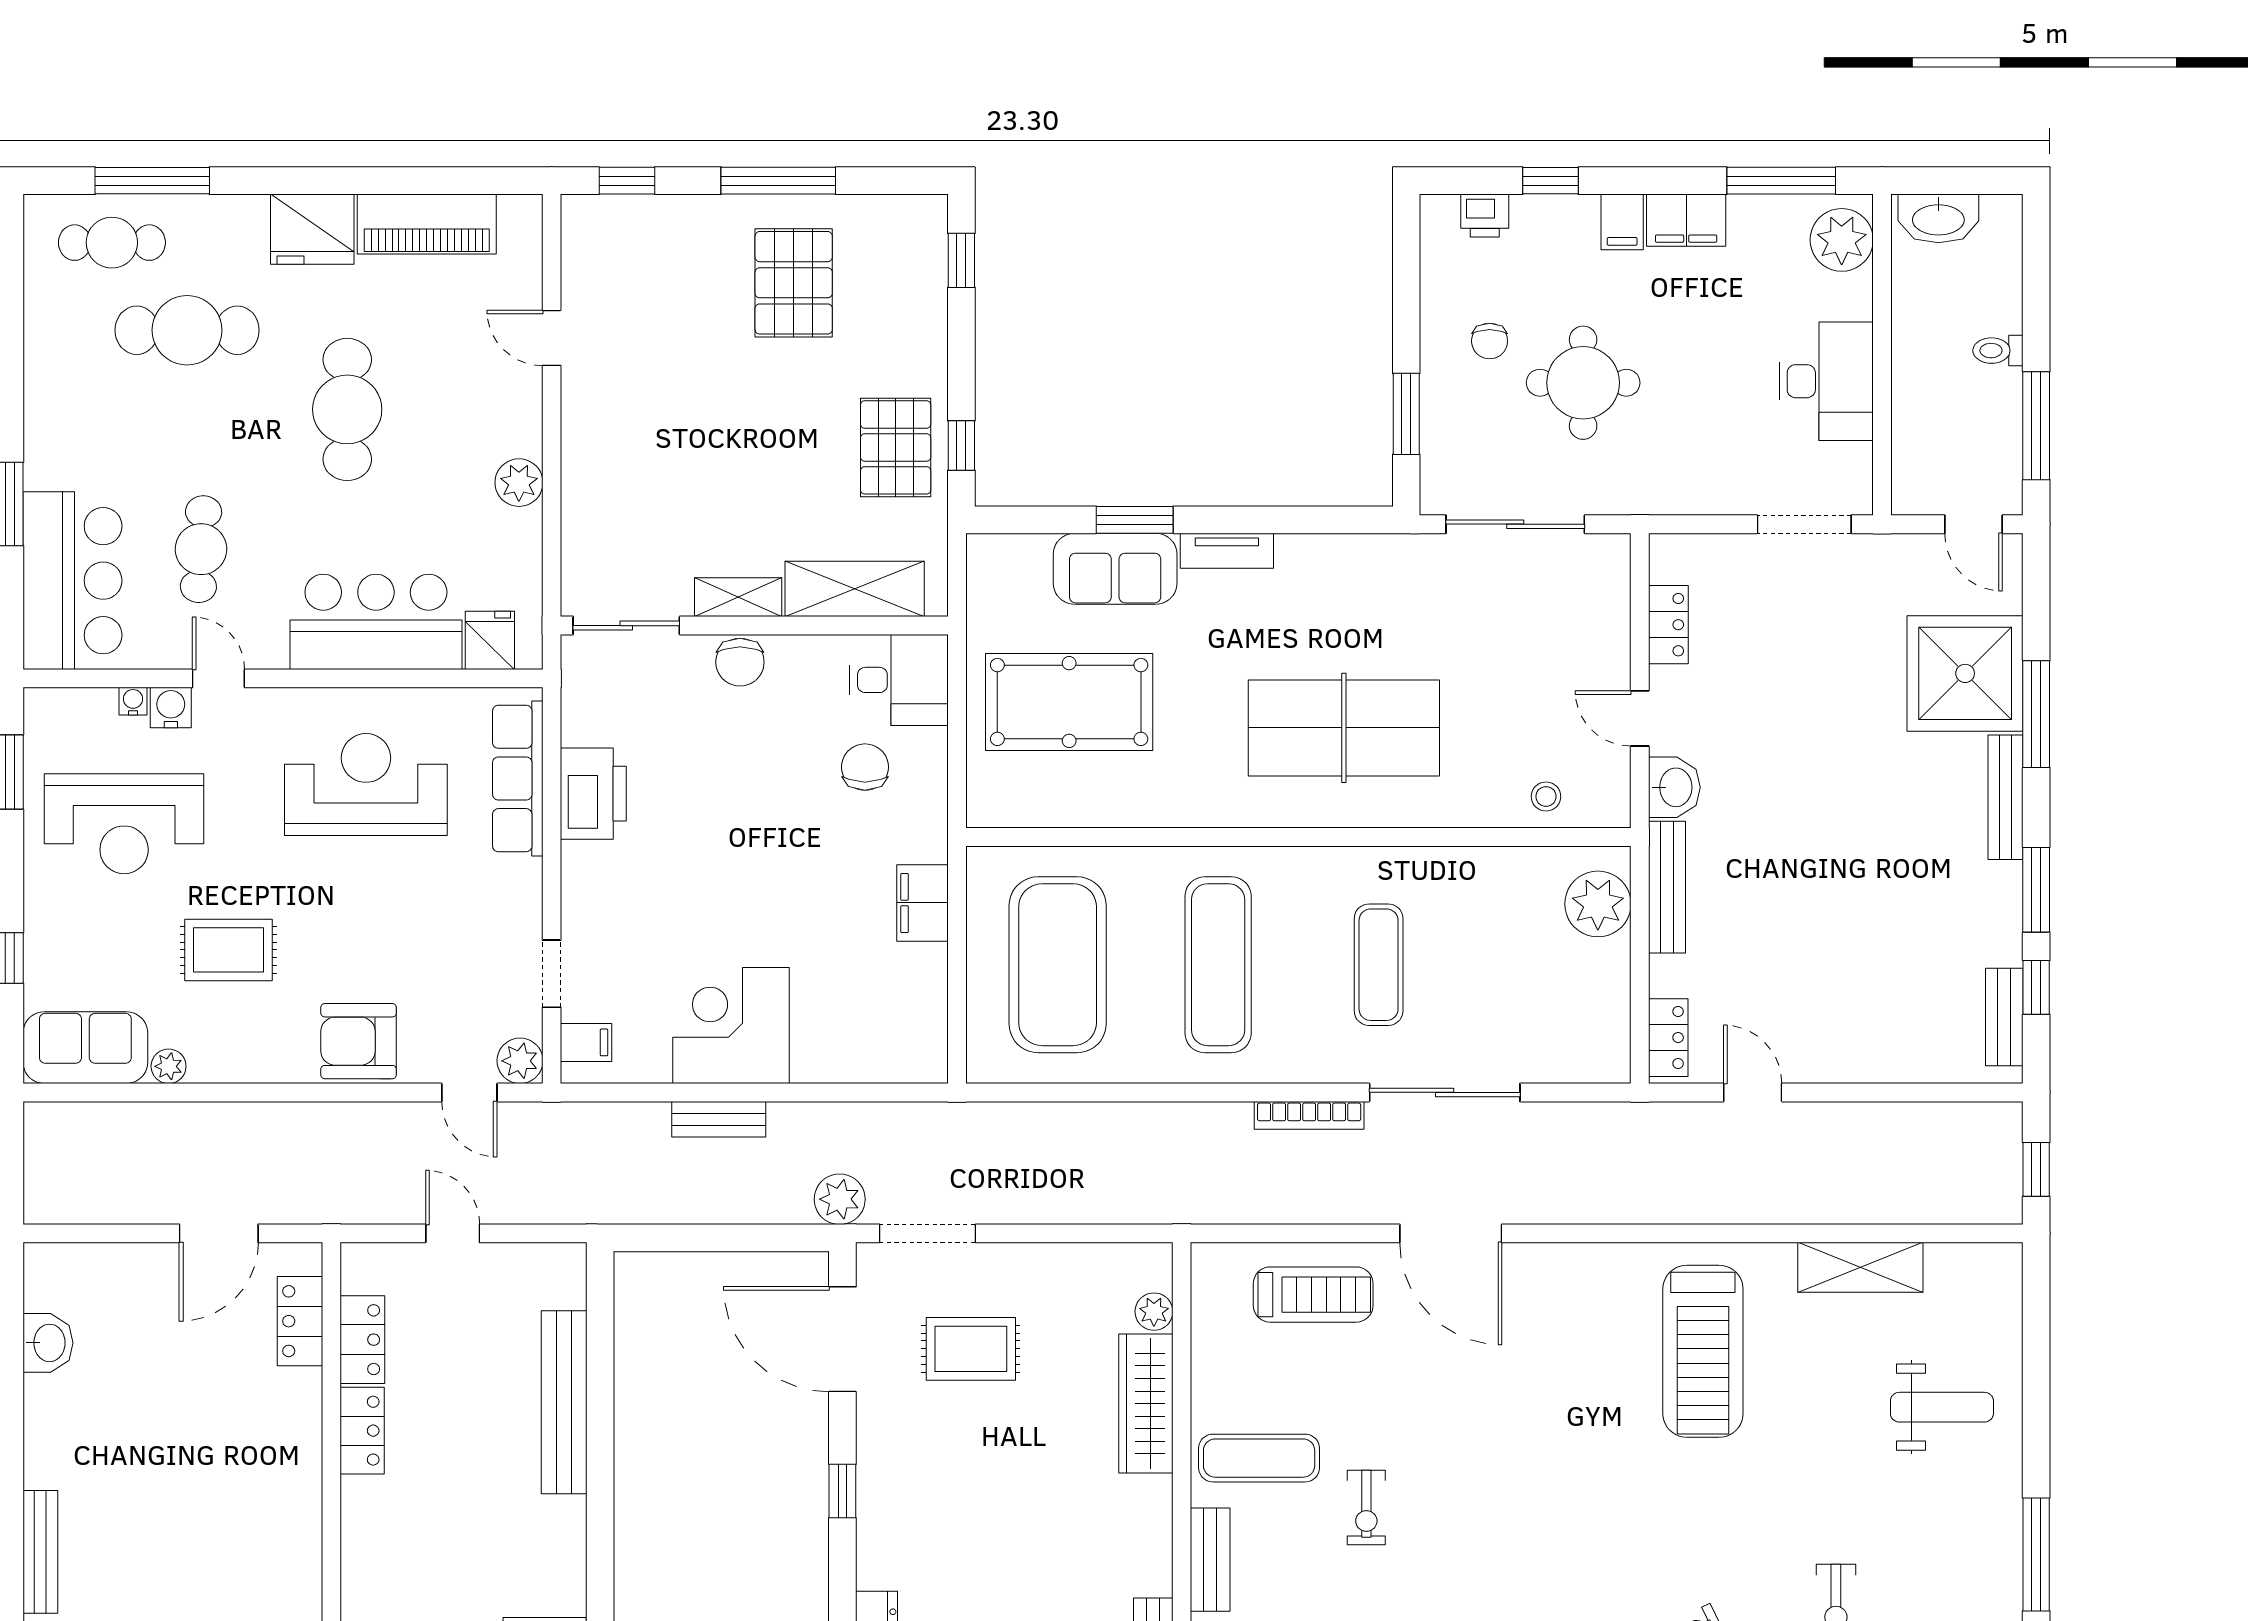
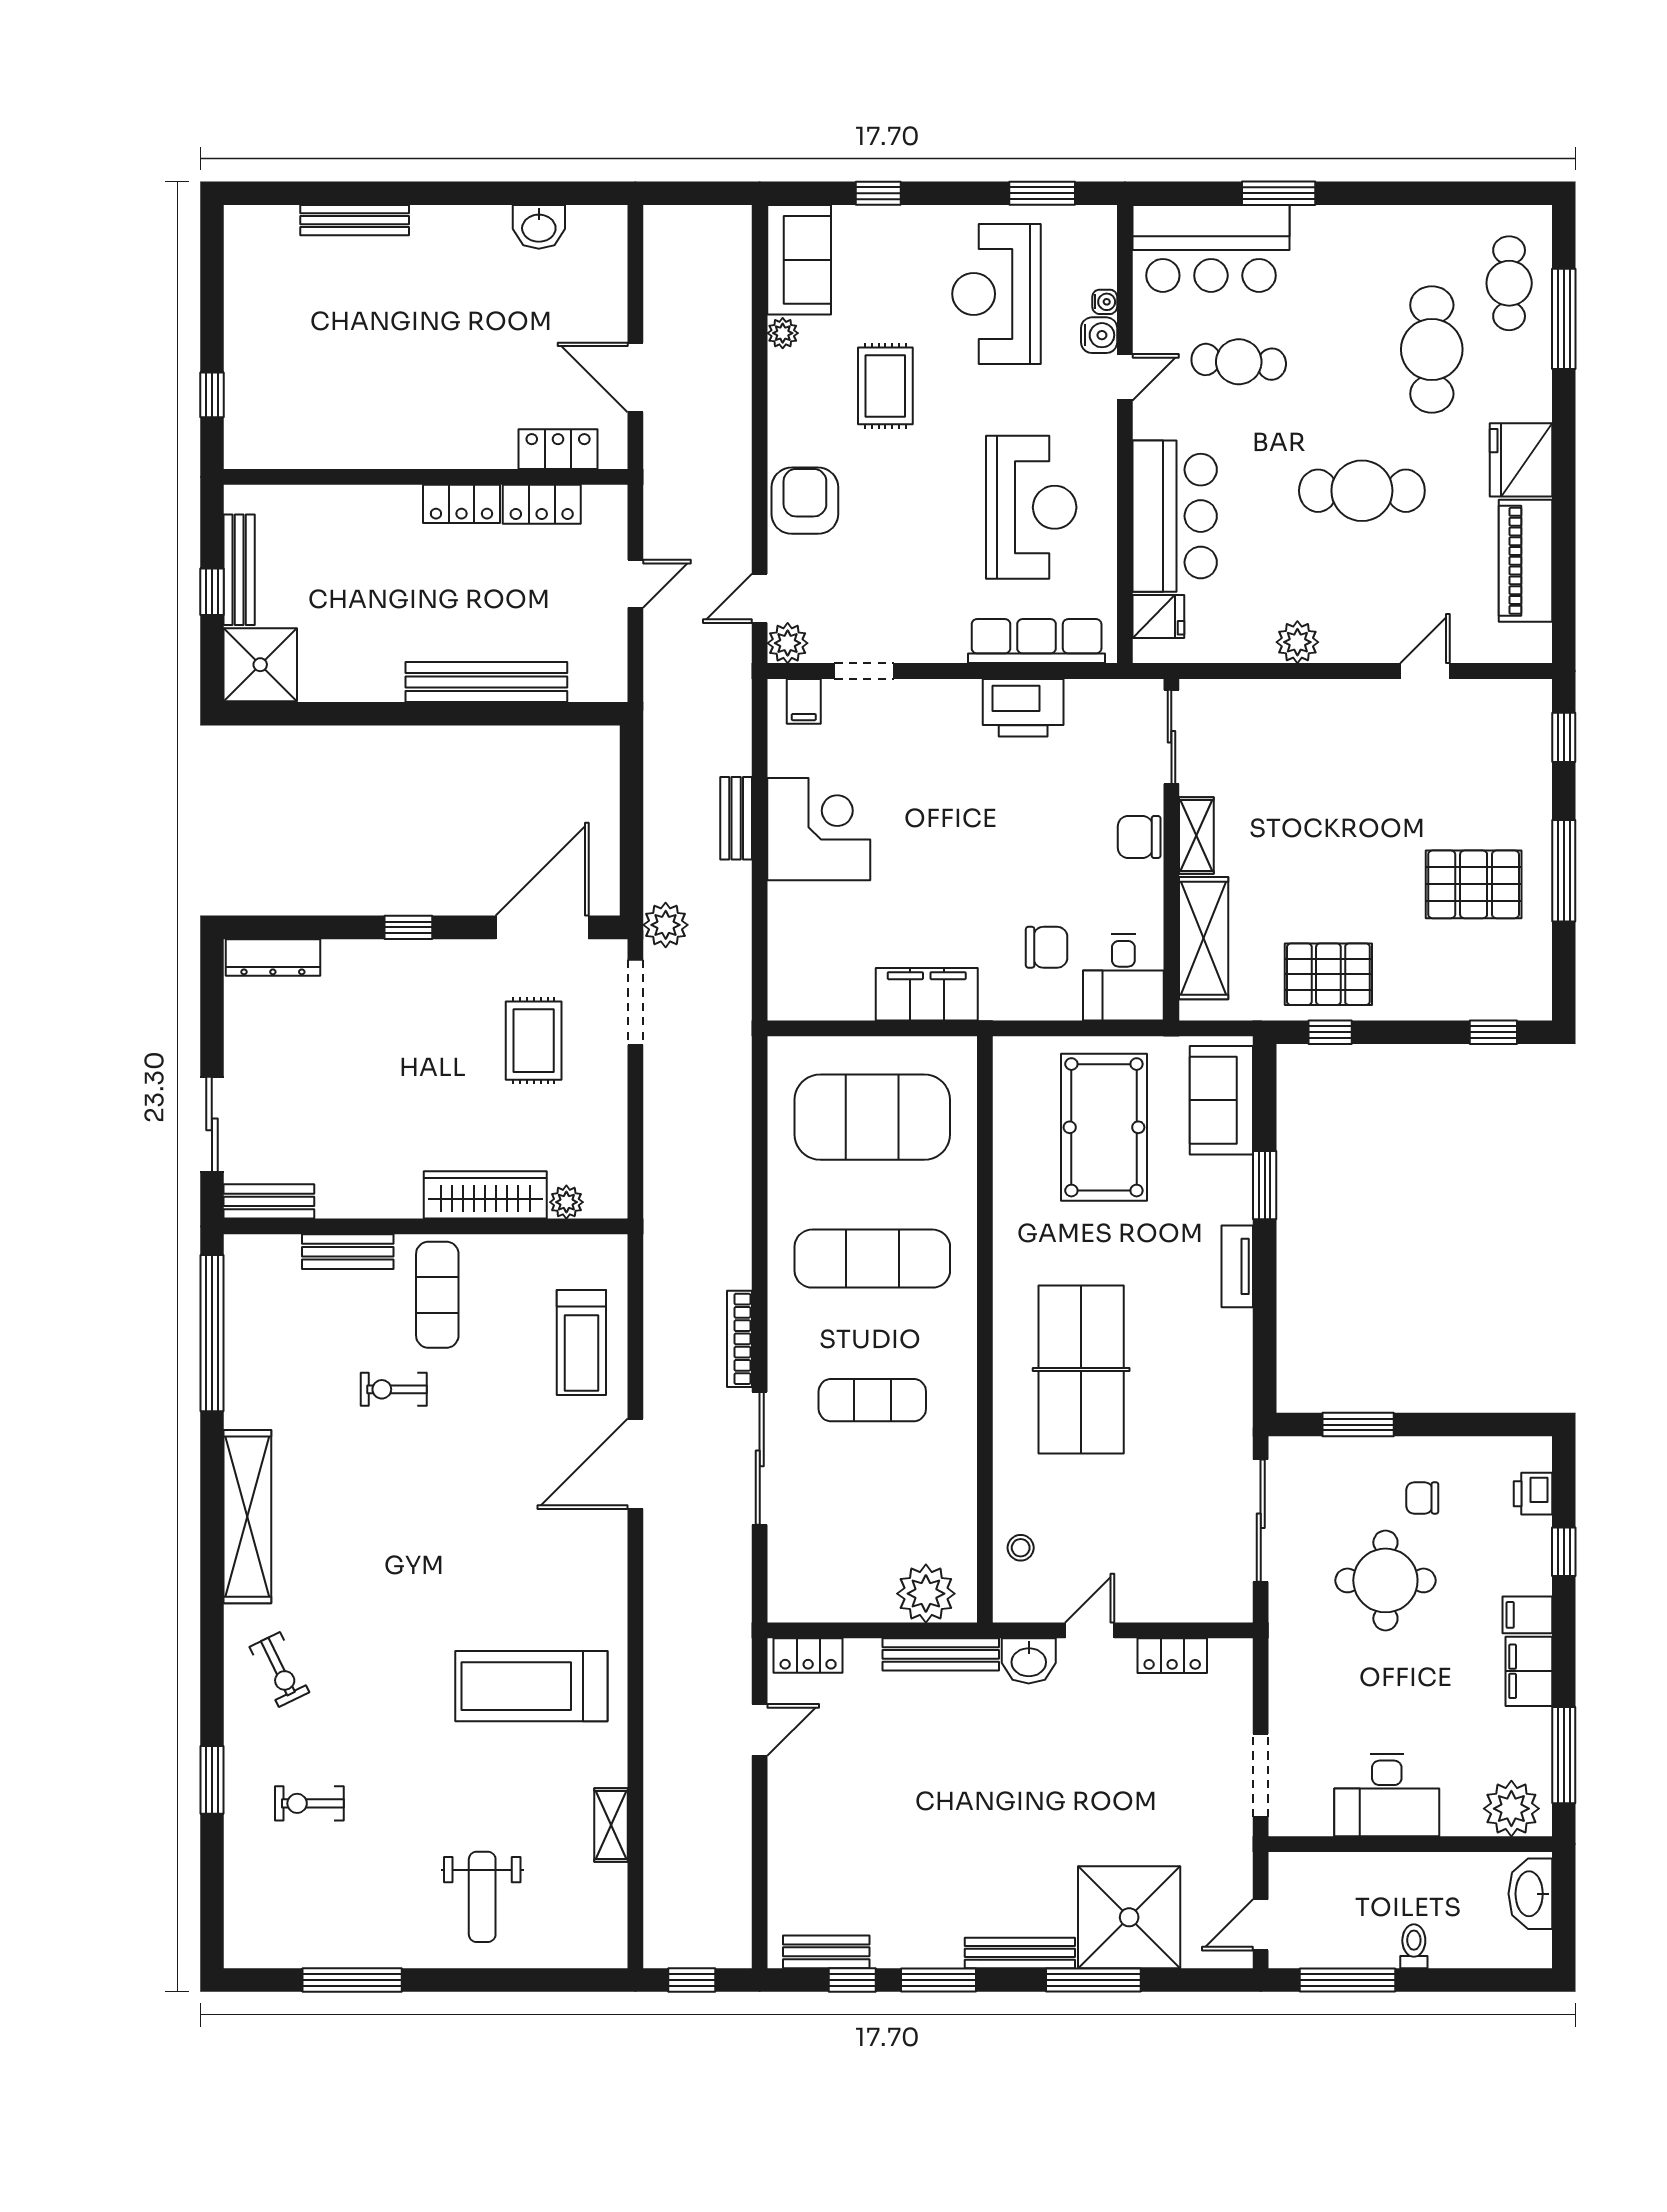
sofa: (1115, 569) -> (1221, 1100), moved
filing cabinet: (922, 903) -> (927, 994), width x1.50, depth x1.17
shelving: (1860, 1267) -> (611, 1825), width x0.67, depth x0.75

